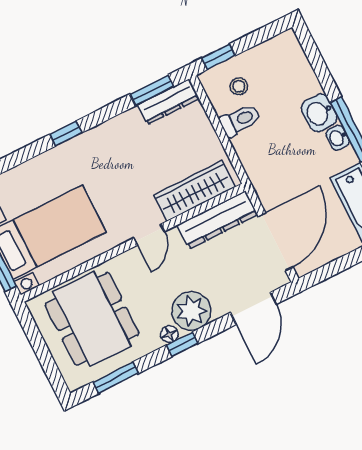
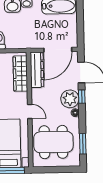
door: (149, 235) -> (30, 111), moved
door: (276, 242) -> (58, 50), swing flipped
window: (182, 344) -> (82, 97), moved

